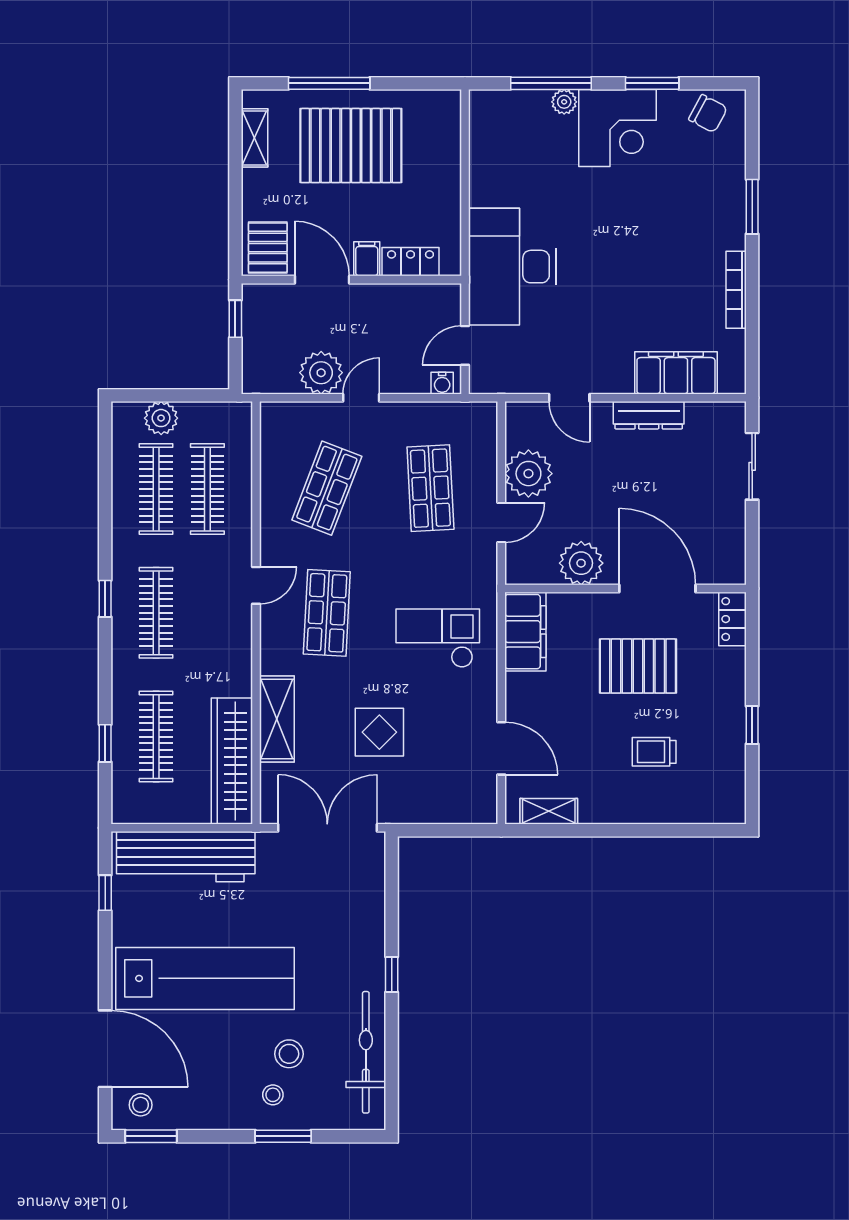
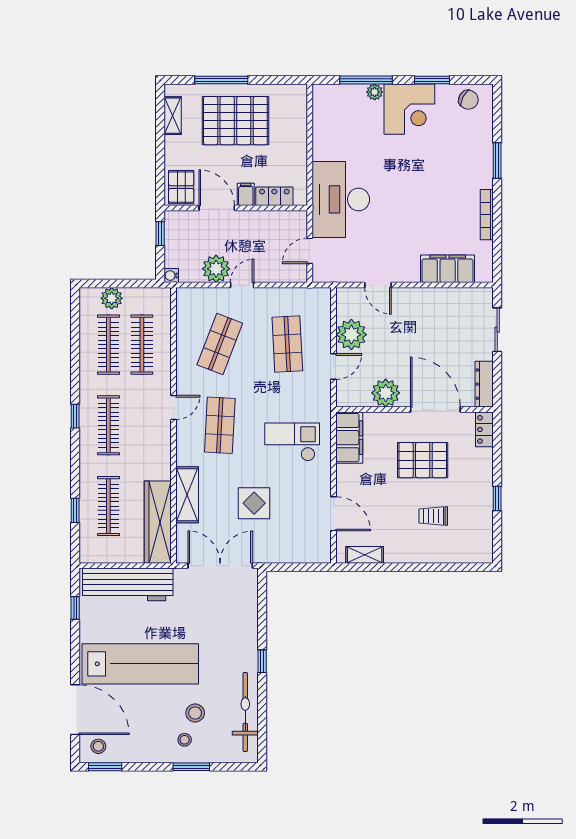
water cooler: (442, 383) -> (171, 276), moved, turned 90
dresser: (649, 415) -> (484, 384), moved, turned 90

